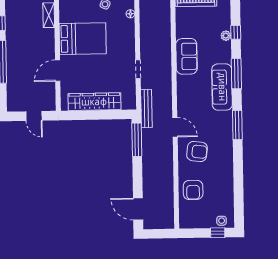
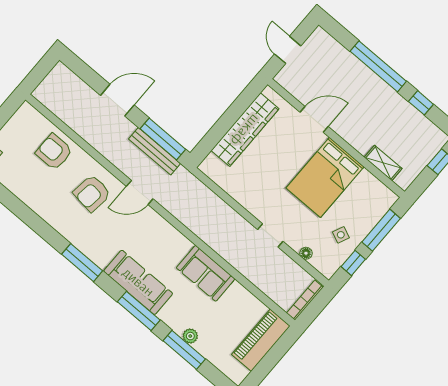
window: (236, 32) -> (184, 350), width x2.17
doorway: (138, 69) -> (270, 235), moved
door: (58, 71) -> (314, 119), hinge flipped
bench: (146, 109) -> (154, 151), moved
door: (34, 116) -> (288, 50), hinge flipped
door: (138, 209) -> (117, 100), moved

